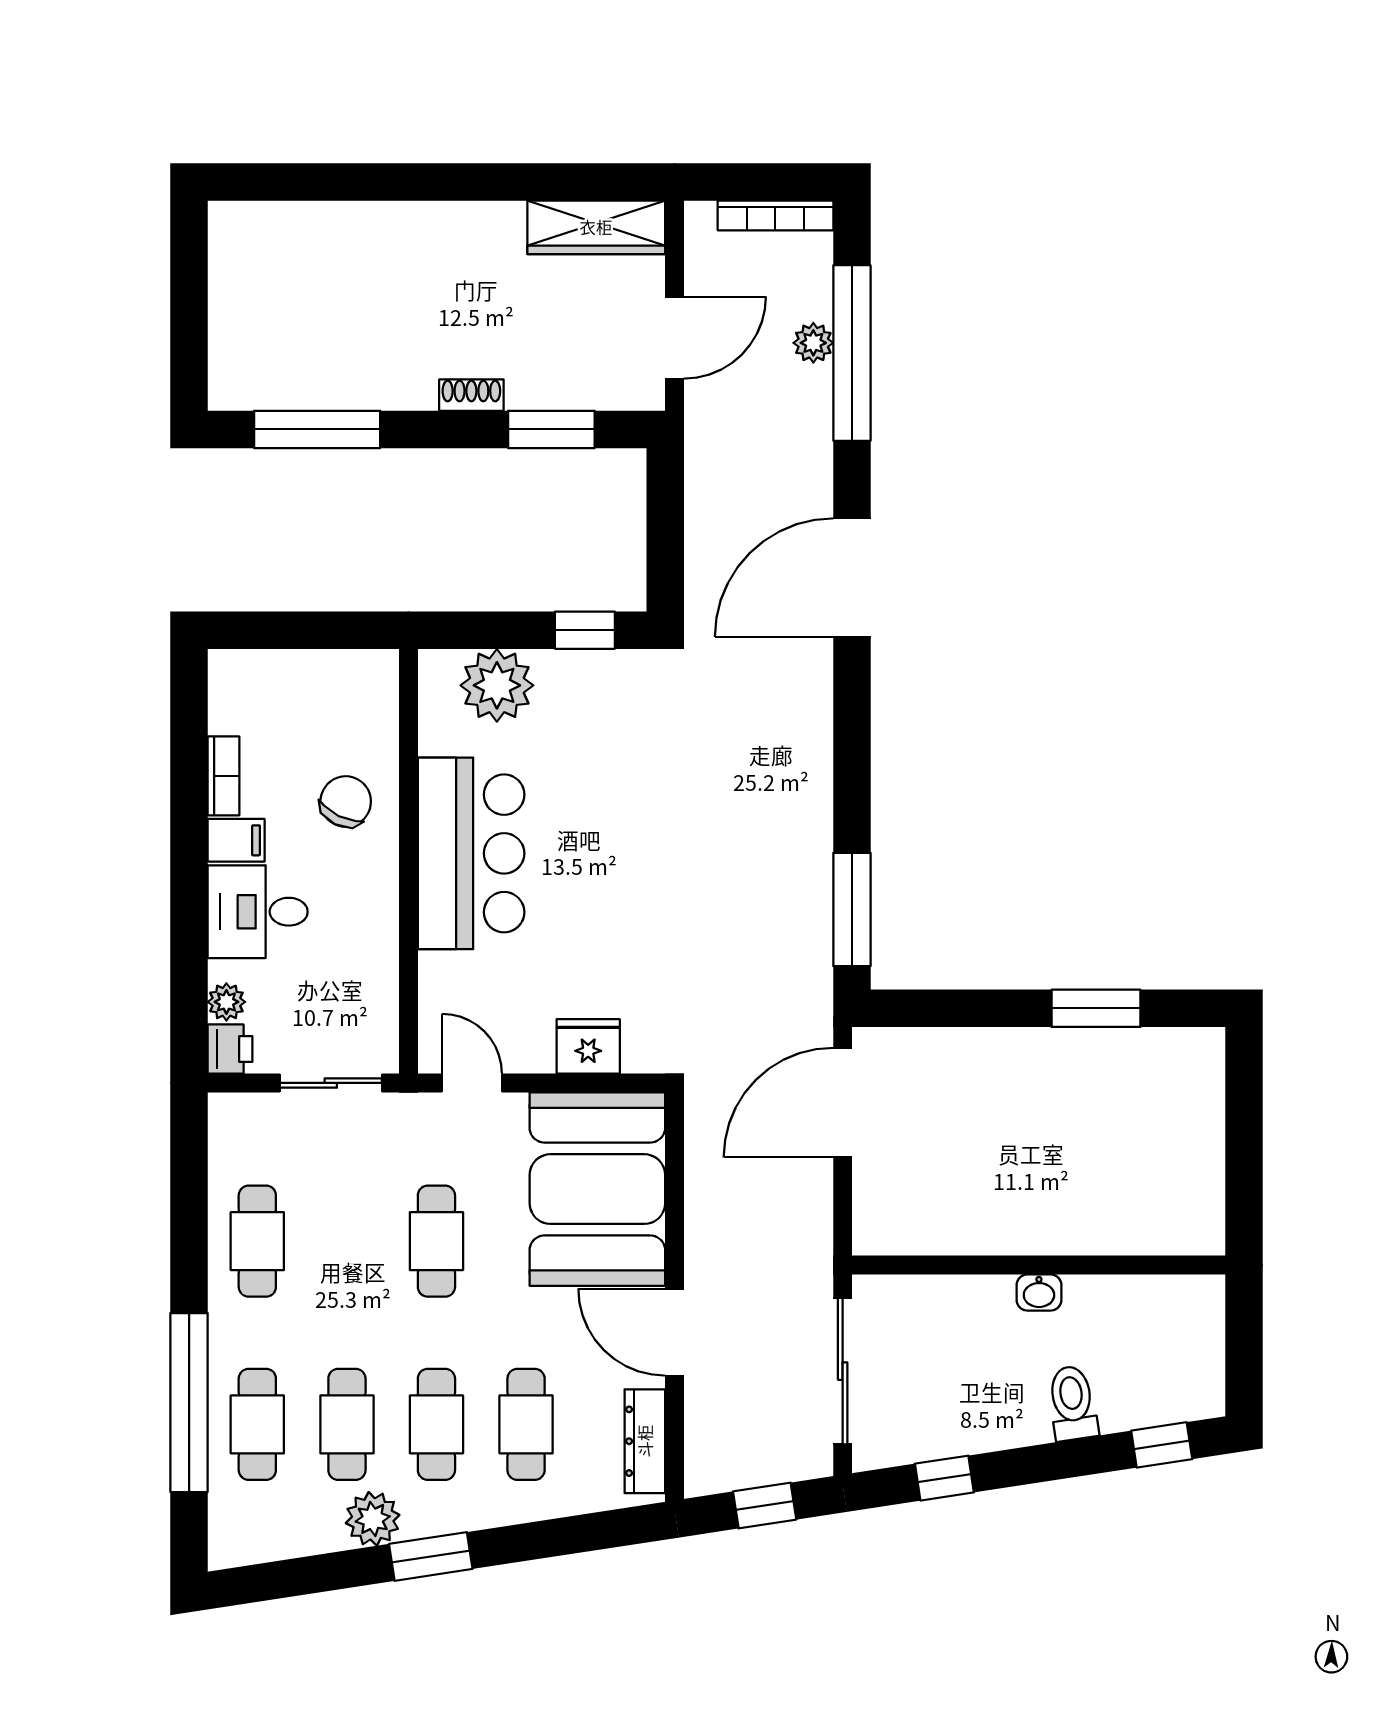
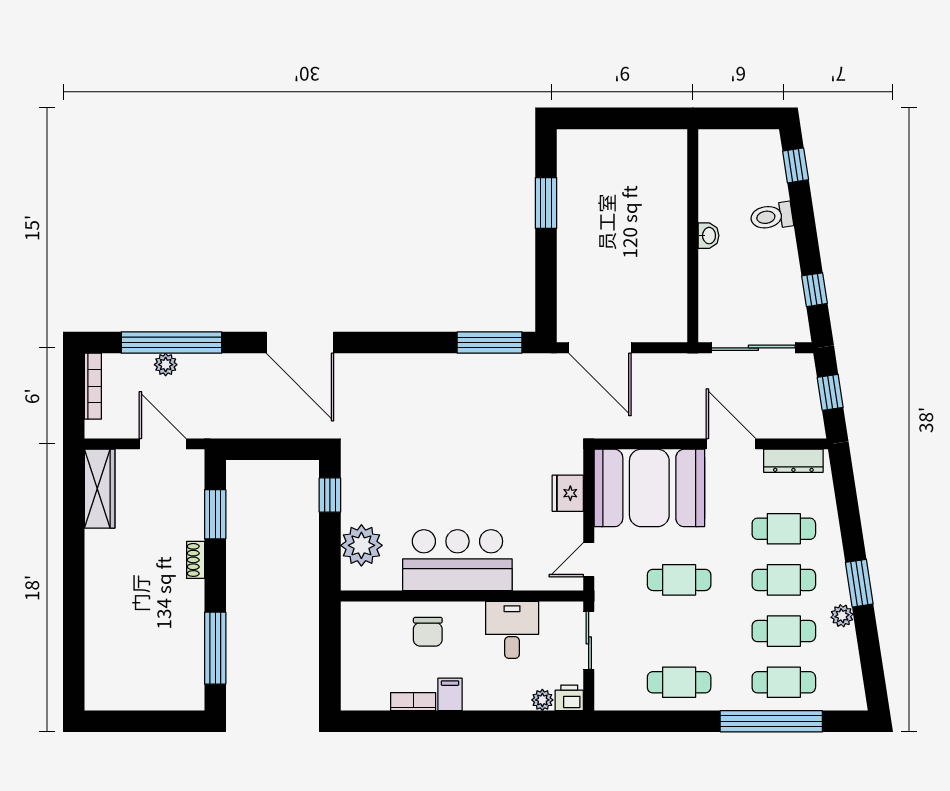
chair: (346, 801) -> (428, 632), turned -116
desk: (258, 912) -> (512, 630), moved, turned 180
door: (675, 1332) -> (731, 444), swing flipped
plant: (373, 1519) -> (842, 616), width x0.73, depth x0.73

